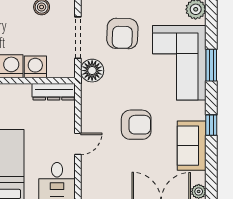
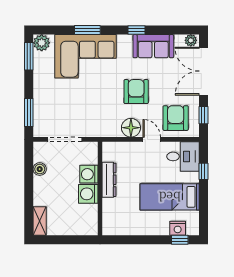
armchair: (122, 34) -> (176, 118), moved, turned -92
floor lamp: (92, 71) -> (131, 128), moved
dresser: (54, 92) -> (109, 180), moved

